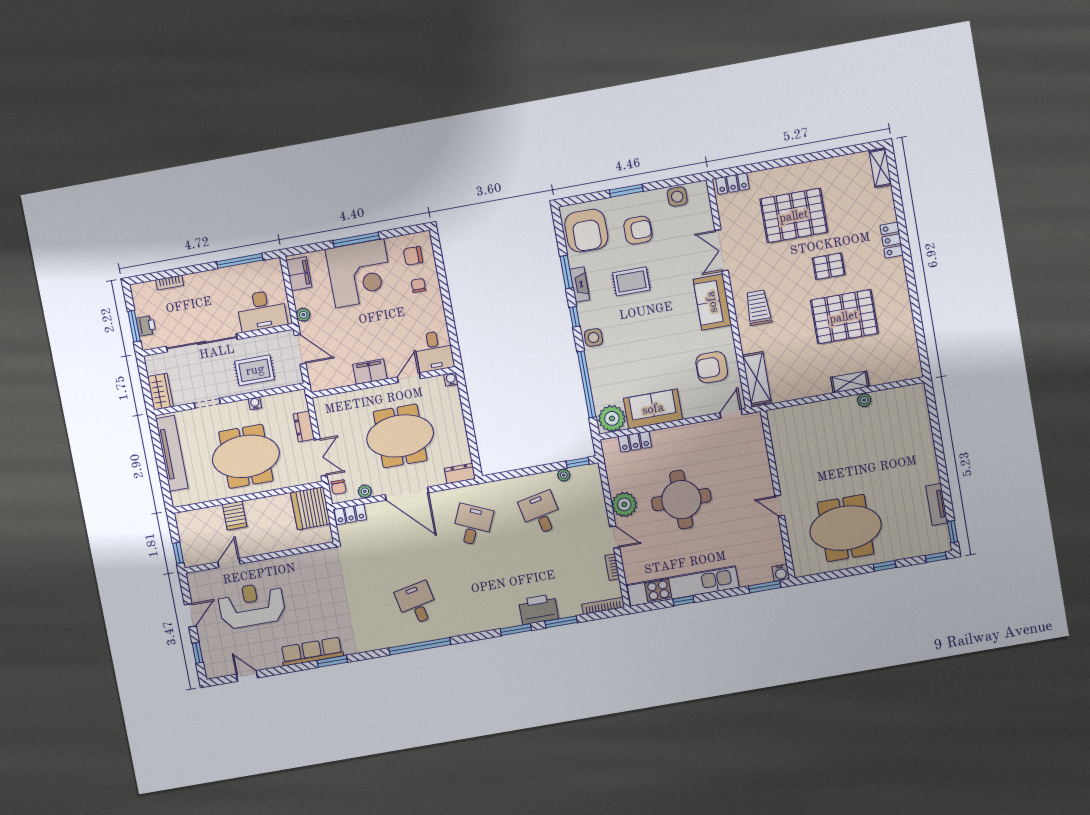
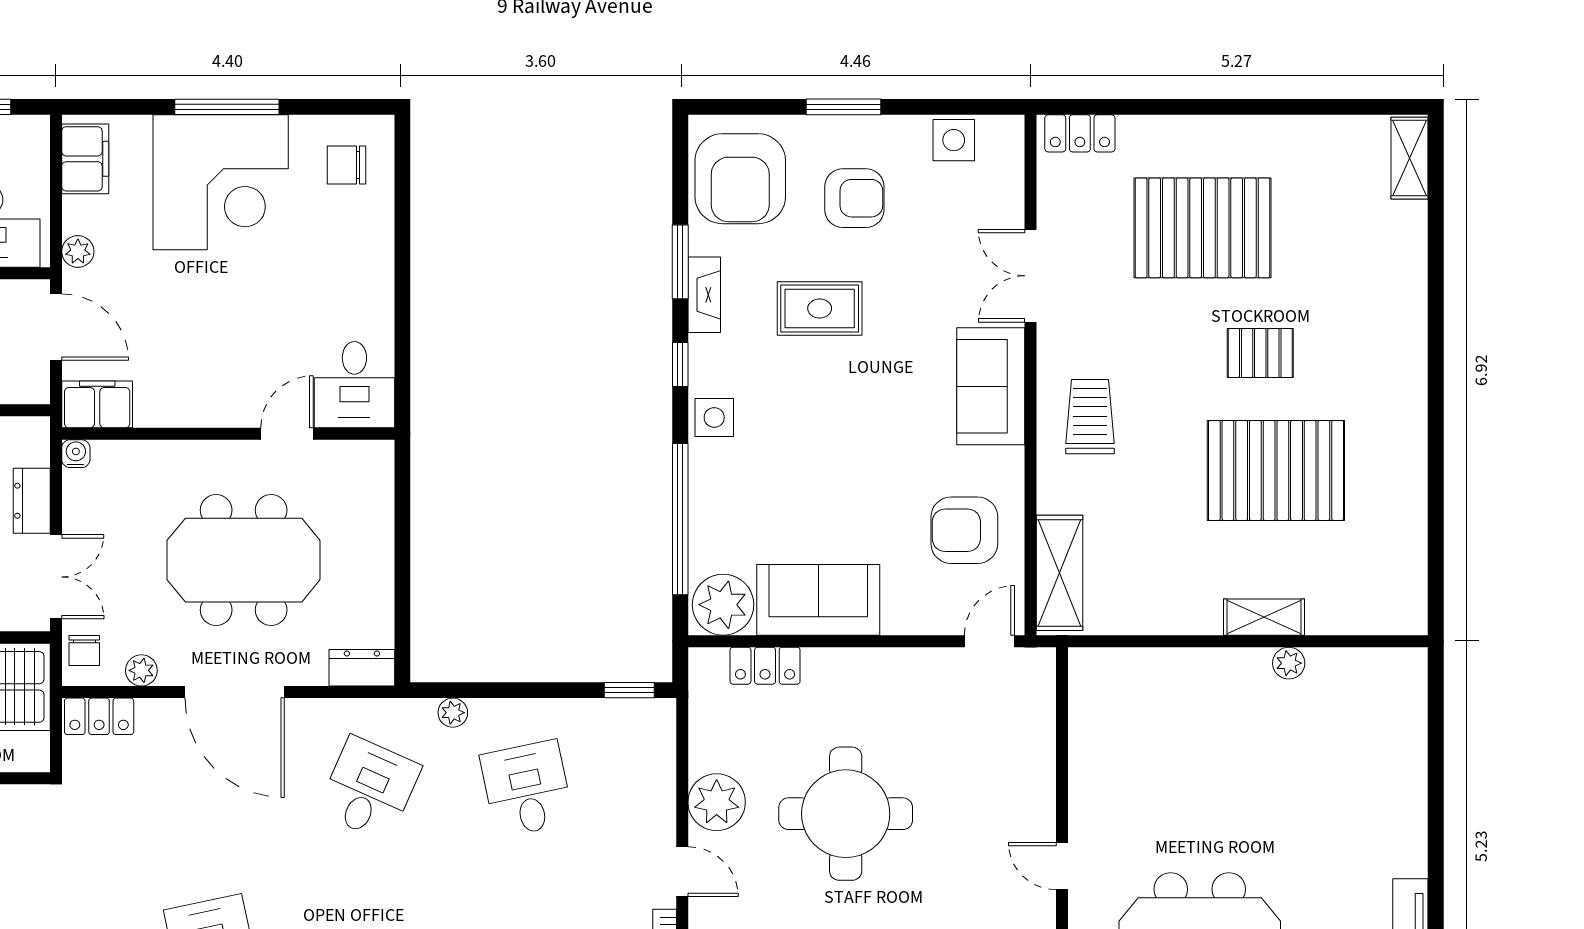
locker: (892, 240) -> (1408, 320), removed
chair: (418, 285) -> (346, 233), removed
filing cabinet: (370, 372) -> (97, 404), moved
water cooler: (451, 379) -> (76, 454), moved
plant: (564, 475) -> (453, 713), moved

